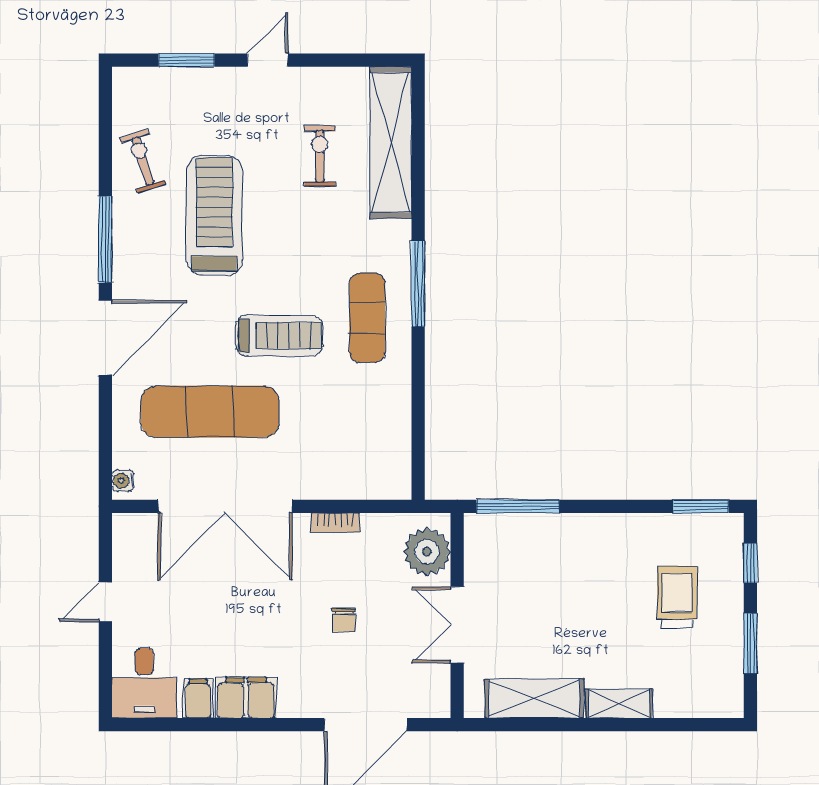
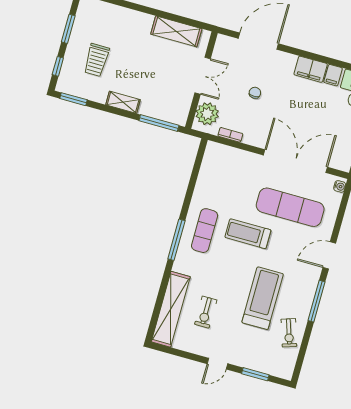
treadmill: (214, 215) -> (263, 298), turned 180
door: (105, 338) -> (329, 255), width x0.73
bookcase: (335, 523) -> (230, 135), moved
shelving: (619, 703) -> (123, 102), moved

